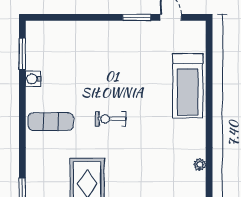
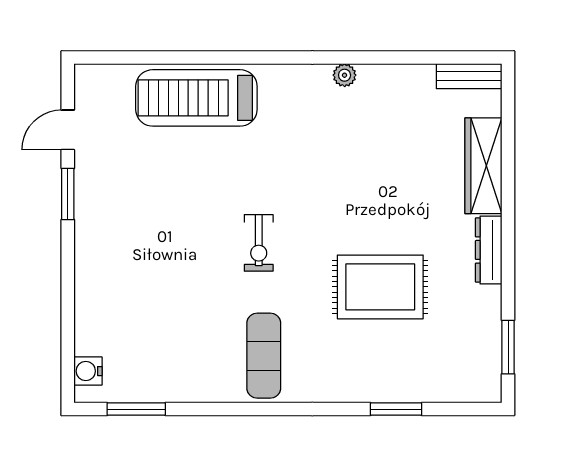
water cooler: (33, 79) -> (88, 371), moved, turned 90
treadmill: (188, 86) -> (196, 98), turned 180

